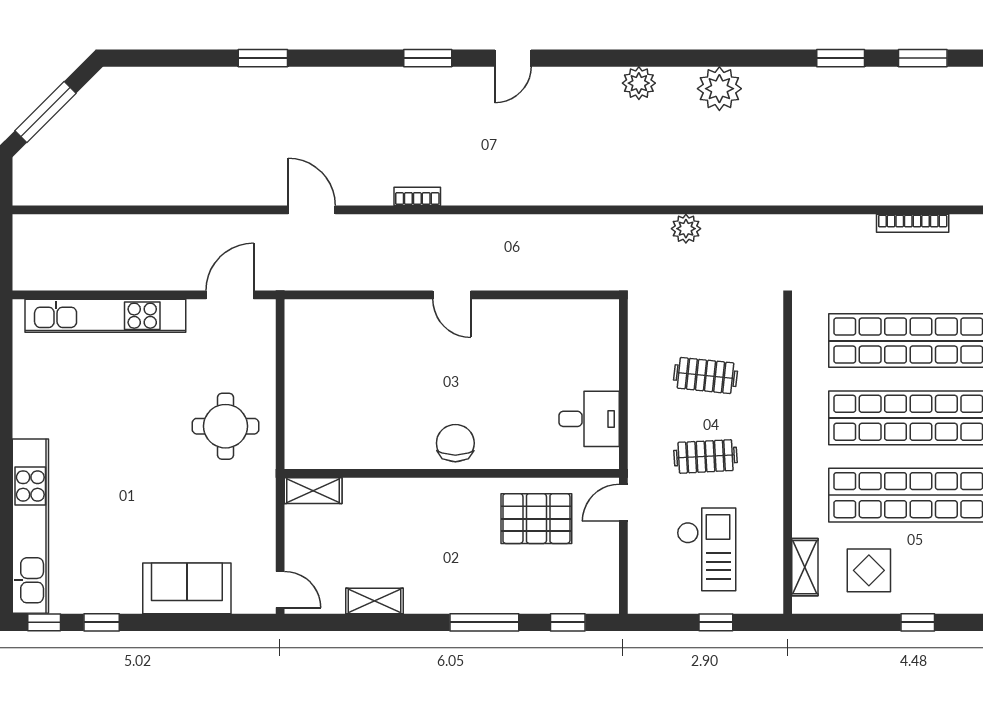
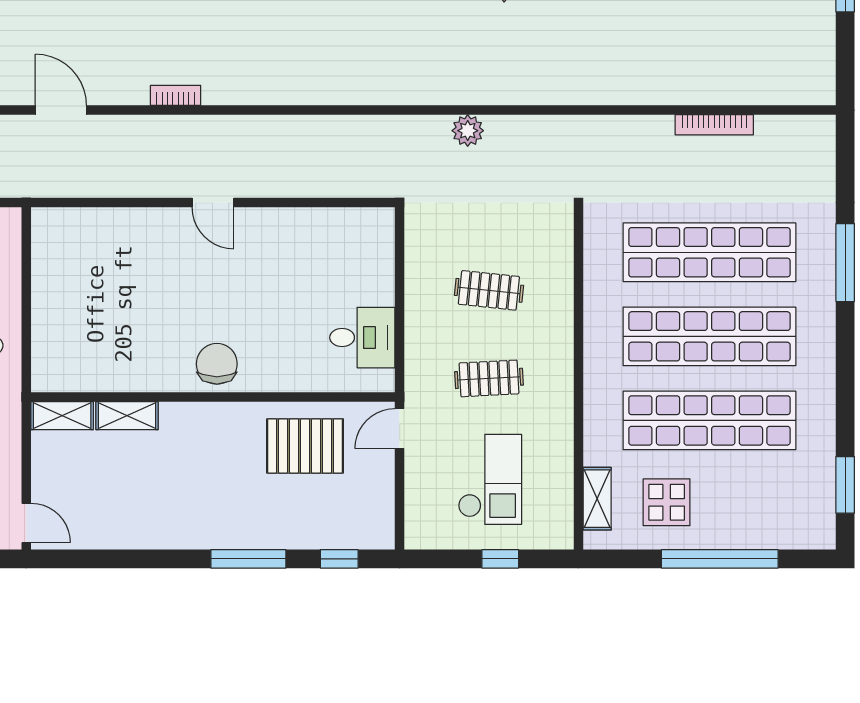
shelving: (374, 601) -> (127, 416), moved
window: (918, 622) -> (720, 559), width x3.17

